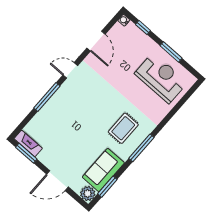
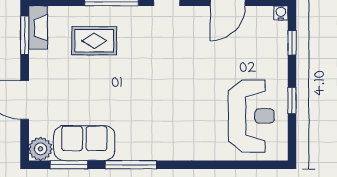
window: (171, 52) -> (292, 101), width x0.67
rug: (123, 128) -> (94, 41), moved
window: (141, 148) -> (131, 165), moved

